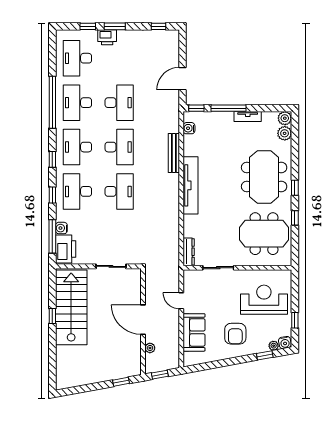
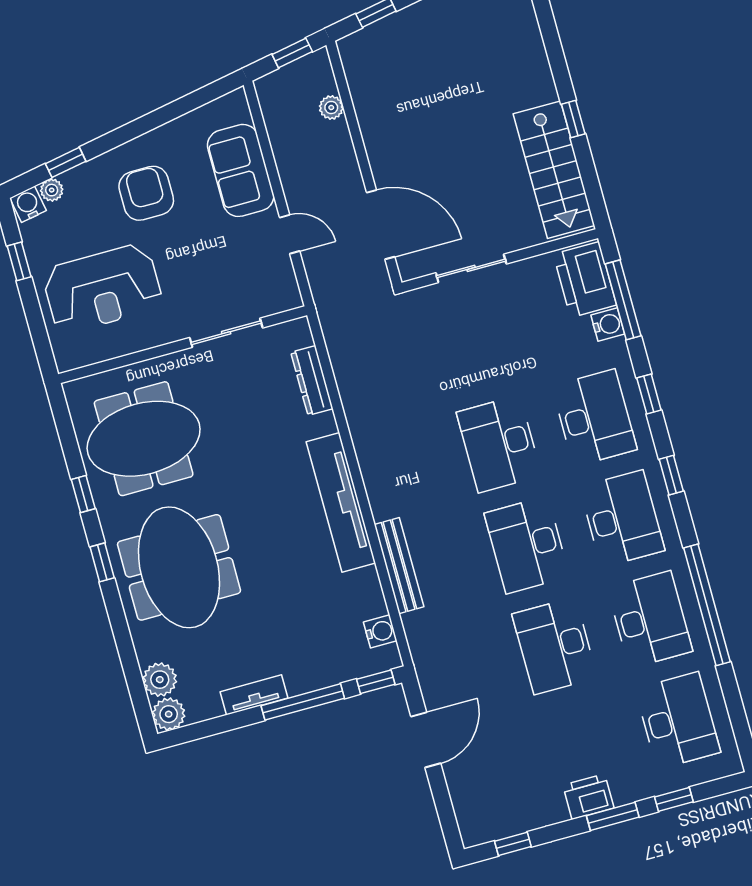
printer: (107, 37) -> (588, 797), moved
dresser: (189, 252) -> (312, 380), moved
stairs: (71, 307) -> (554, 170), width x0.73, depth x0.66
door: (143, 320) -> (381, 225), moved

